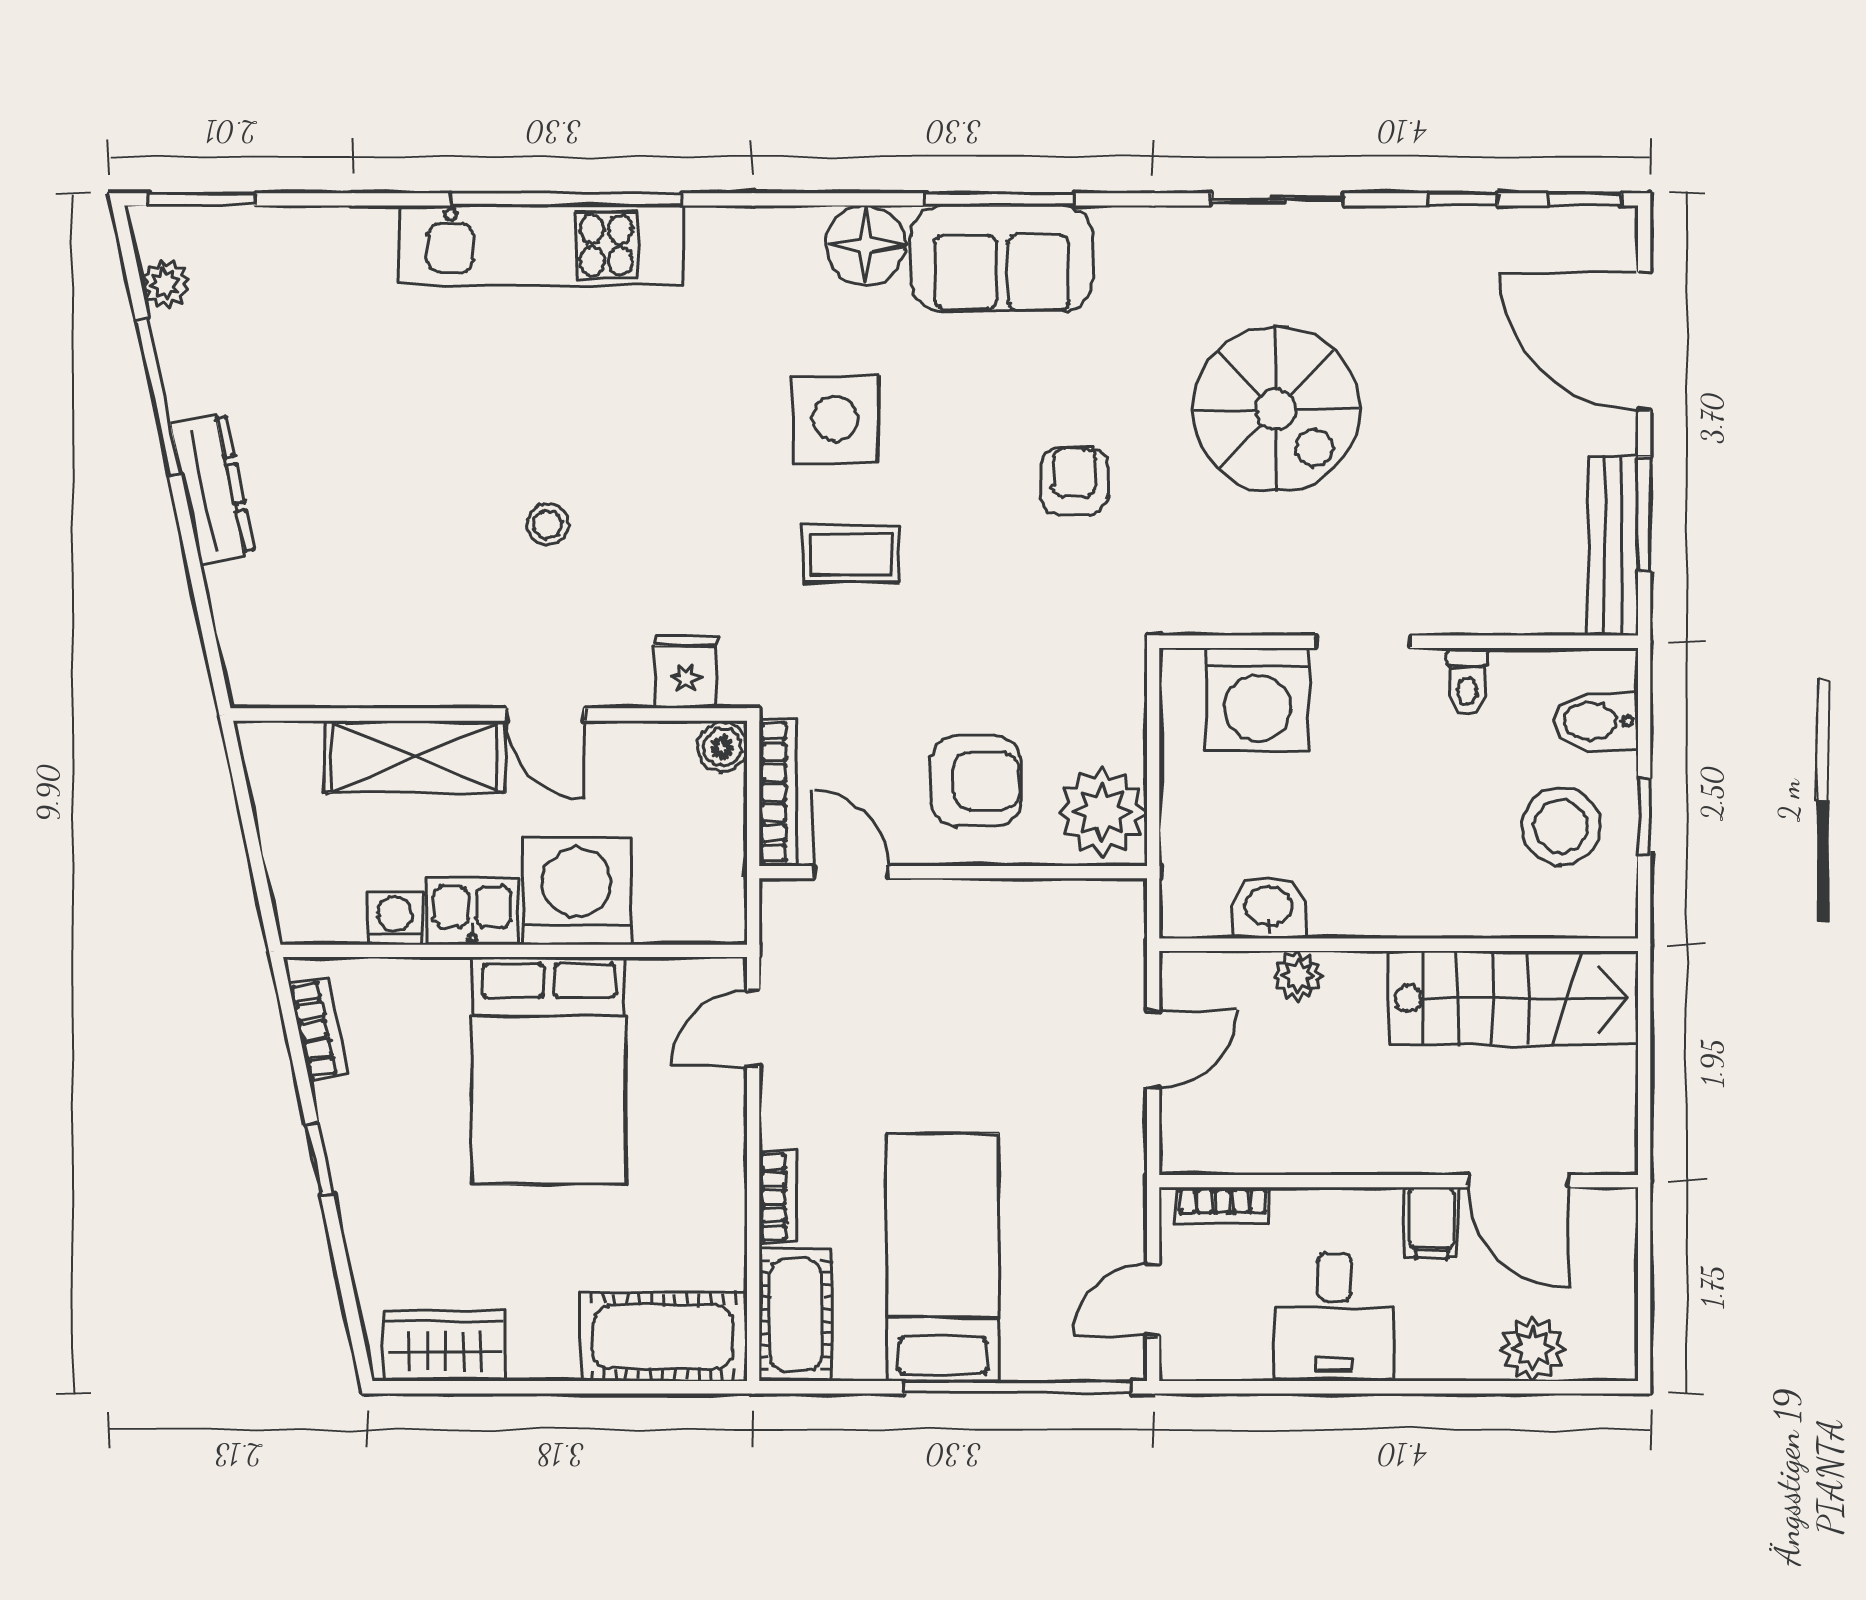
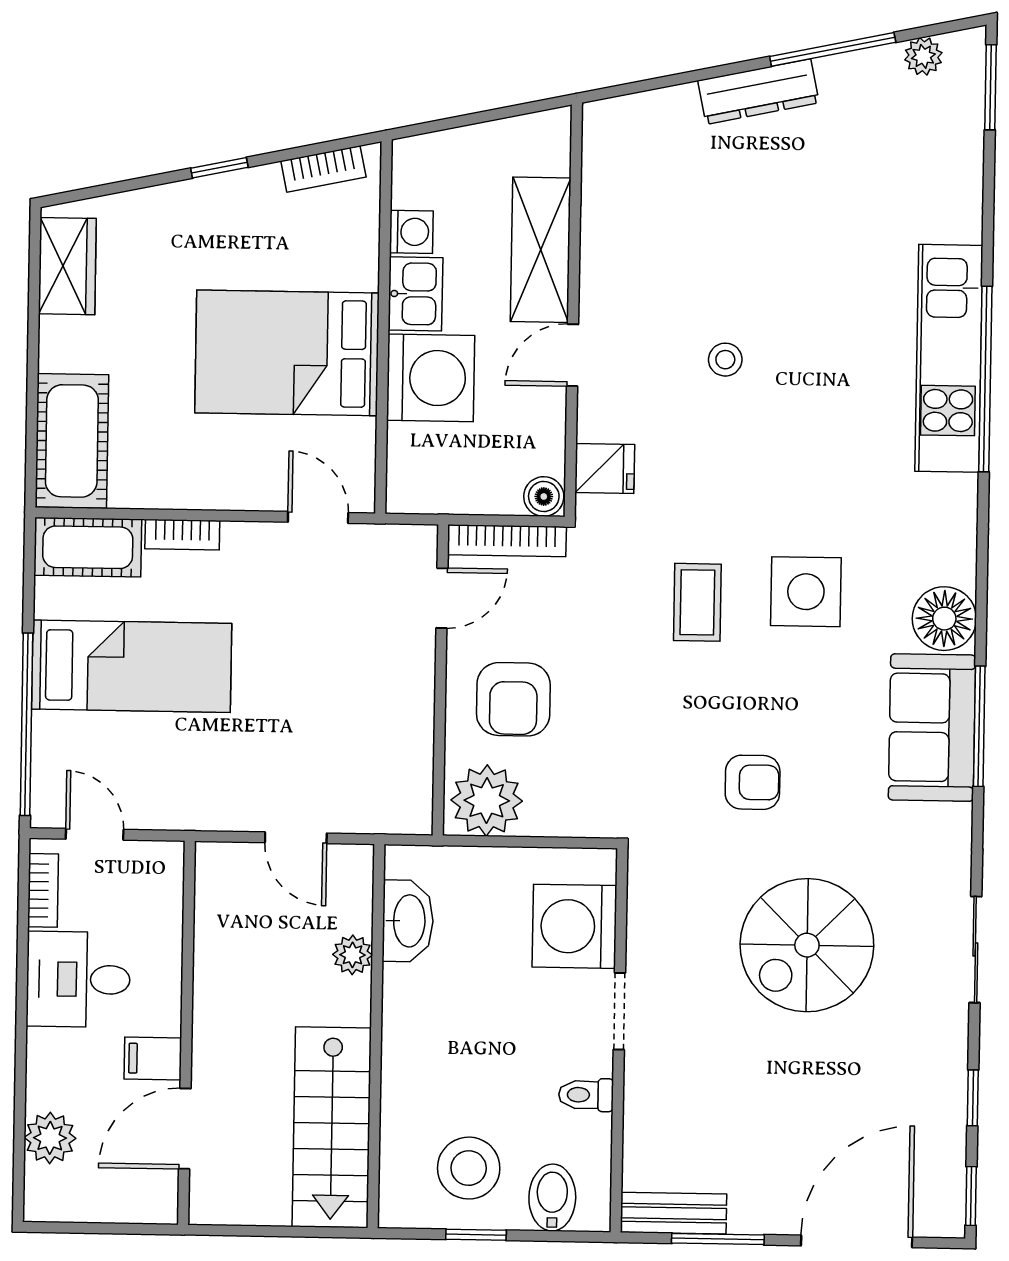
bench: (1613, 546) -> (674, 1213), width x0.73
washbasin: (1268, 908) -> (408, 921), width x1.38
bookcase: (1223, 1206) -> (43, 890), moved, turned 180

